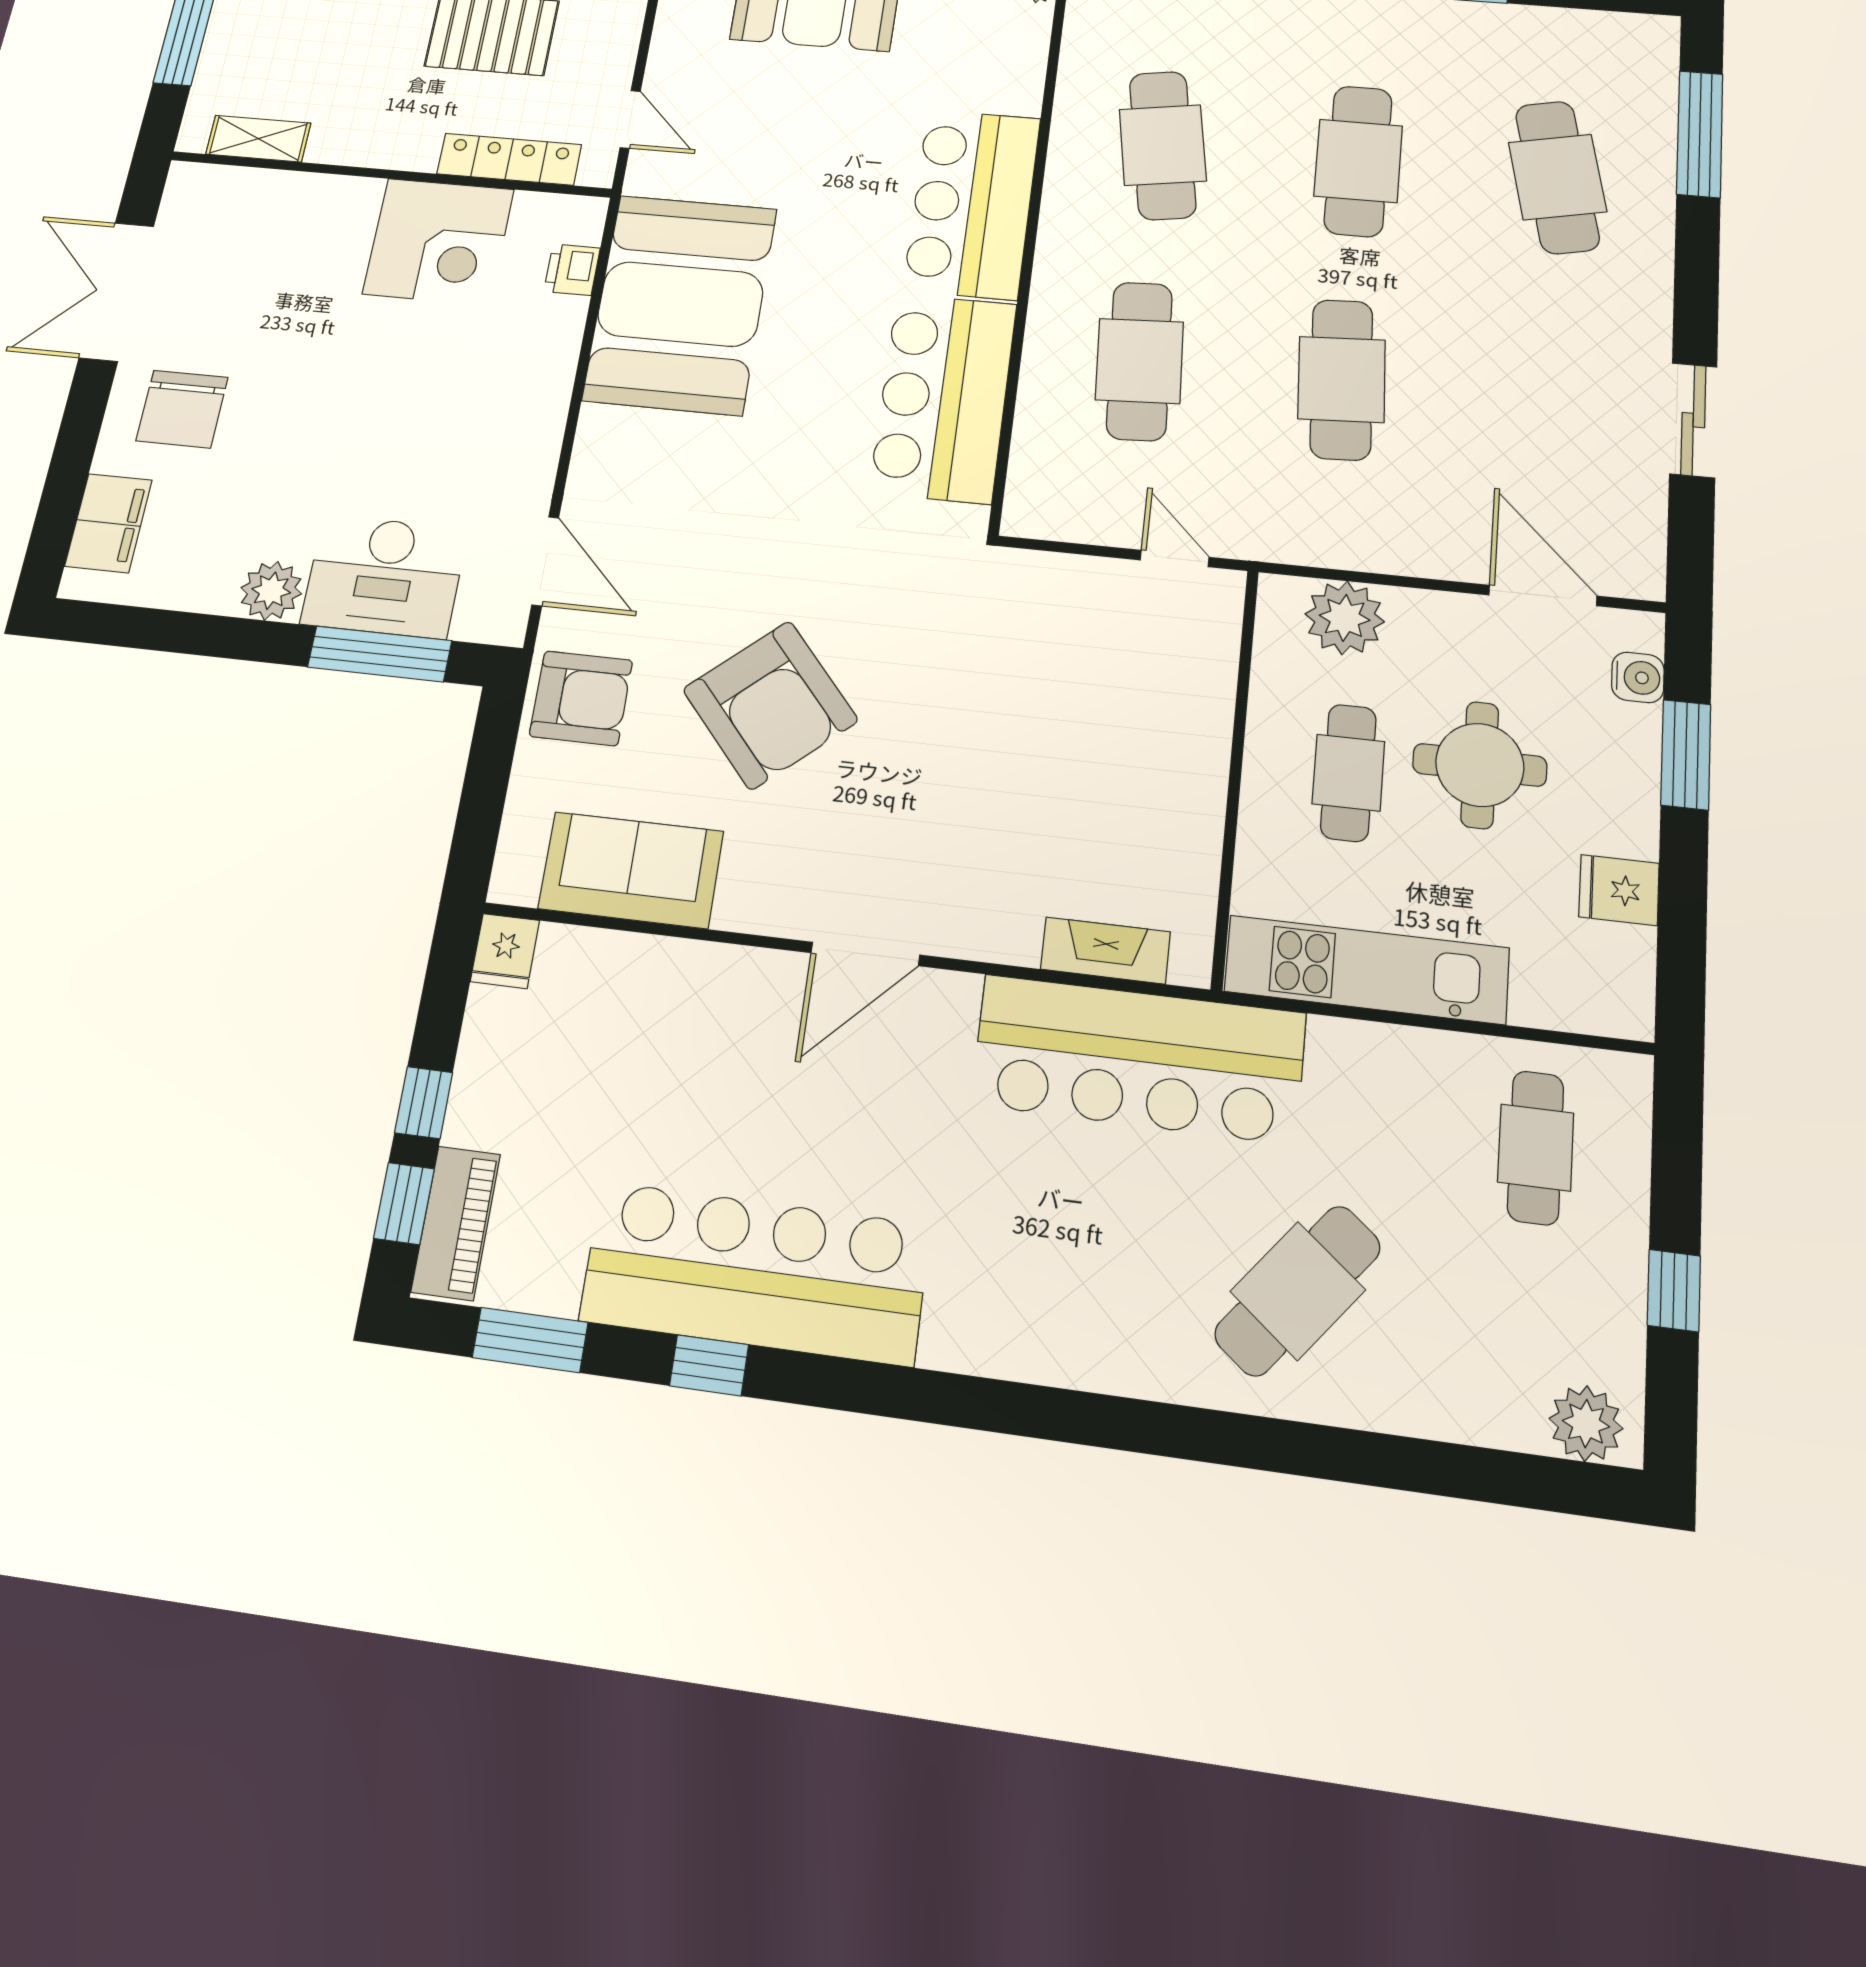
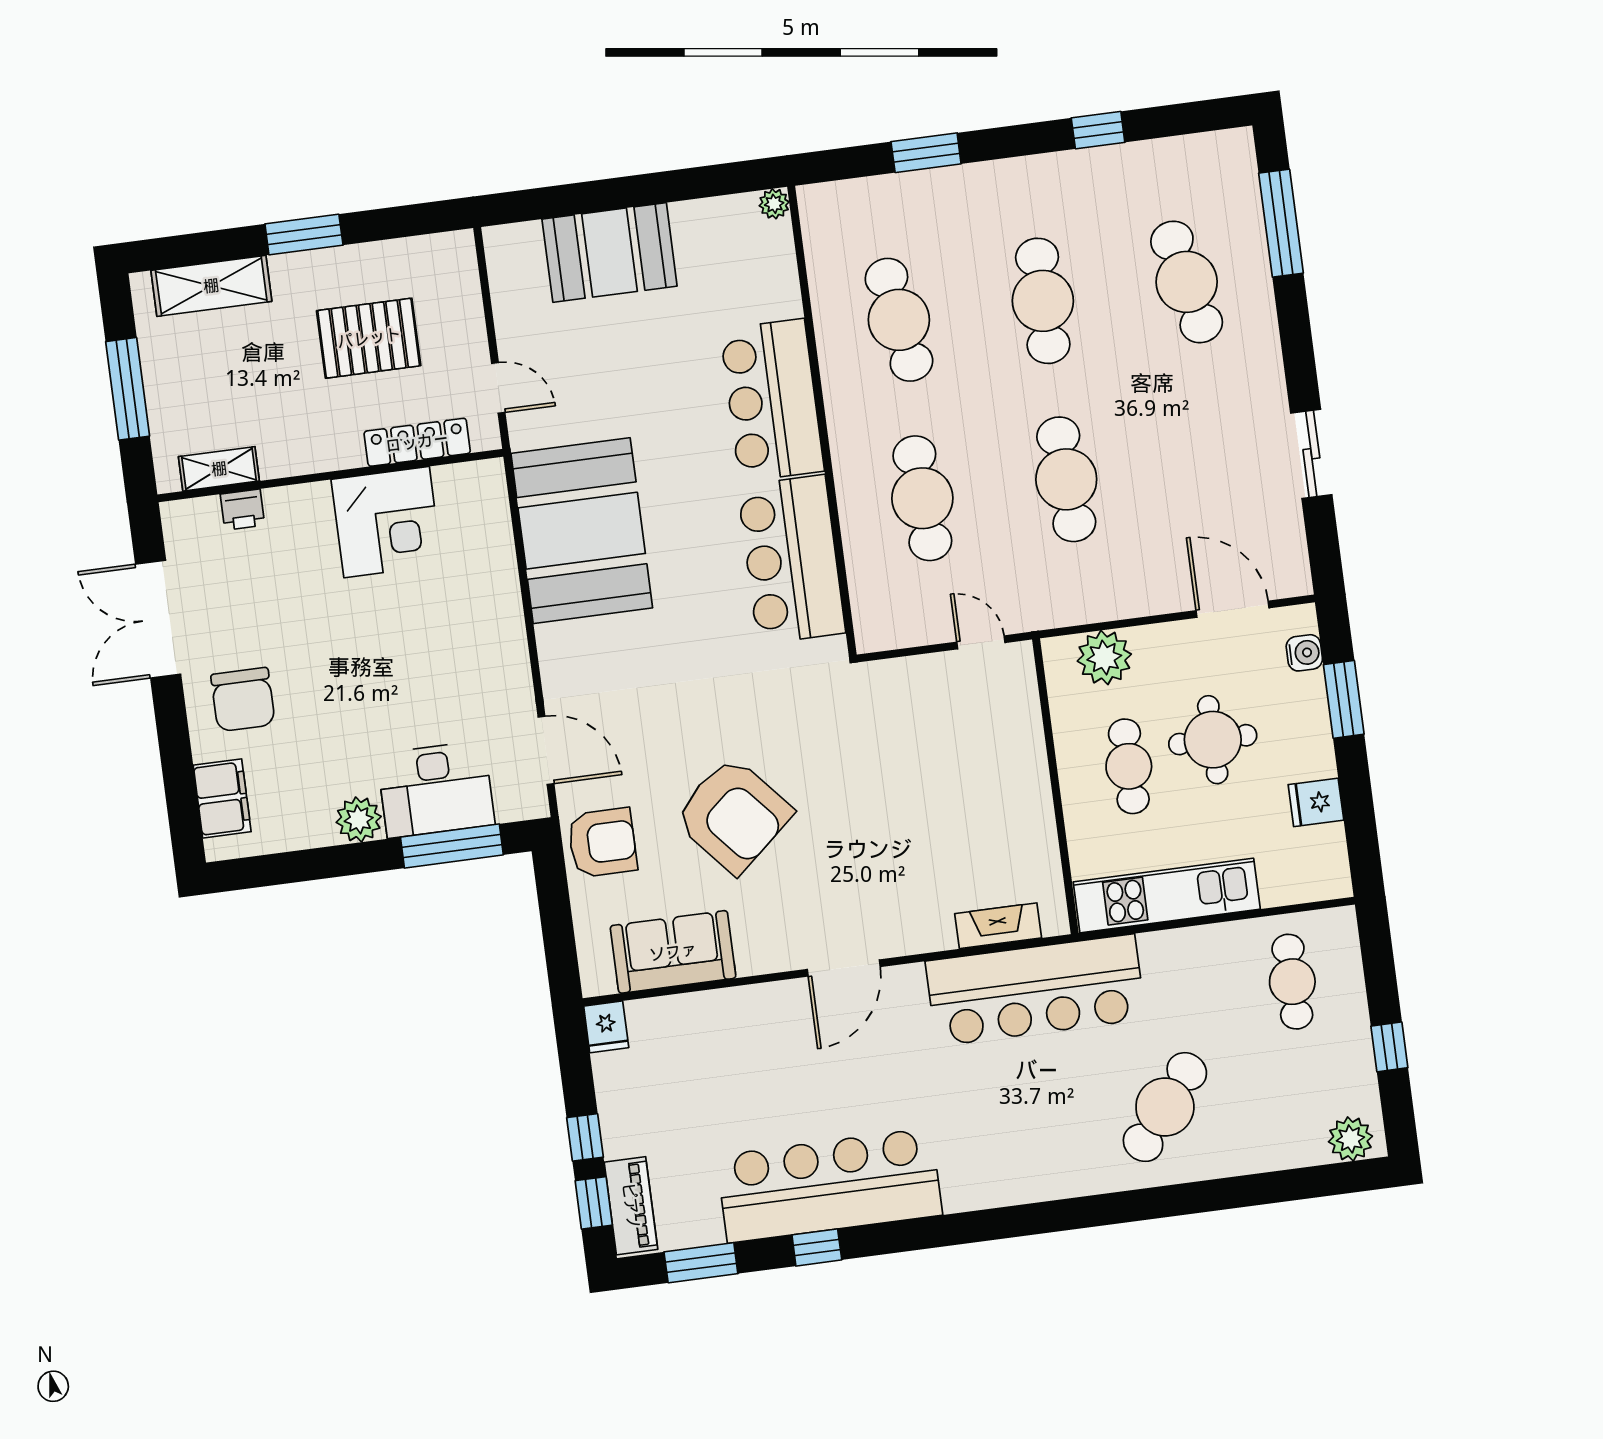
printer: (572, 270) -> (242, 510), moved, turned -90

